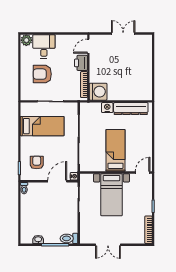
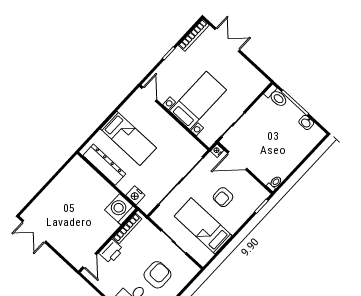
double door: (123, 33) -> (34, 231), moved
door: (88, 46) -> (90, 261), hinge flipped
armchair: (42, 74) -> (157, 275), turned -90
nightstand: (107, 108) -> (135, 195), moved
bed: (115, 150) -> (128, 138), moved, turned -90
armchair: (37, 162) -> (223, 197), moved
door: (143, 173) -> (149, 94), swing flipped
double door: (108, 245) -> (227, 40), moved

